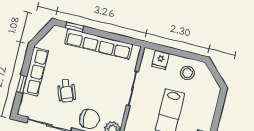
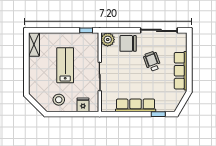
row of seats: (99, 44) -> (136, 105), width x0.73
window: (22, 84) -> (189, 58), removed

